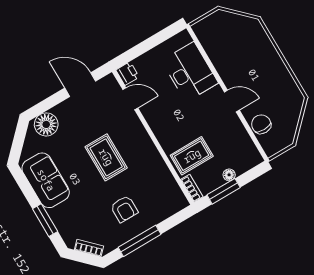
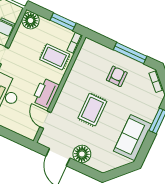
printer: (128, 73) -> (46, 93), moved, width x1.87, depth x1.48
floor lamp: (46, 124) -> (82, 154), moved
floor lamp: (229, 175) -> (31, 20), moved, width x1.89, depth x1.89

